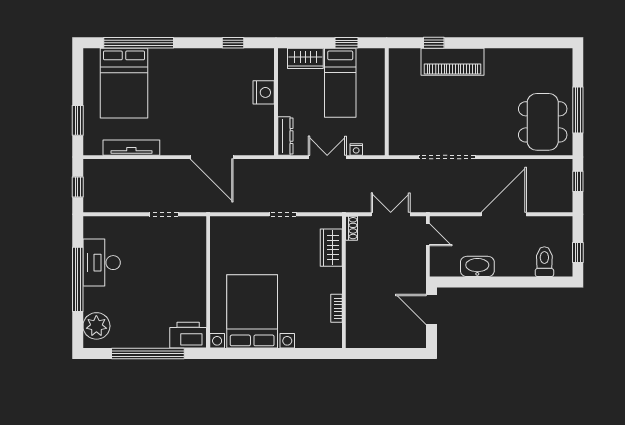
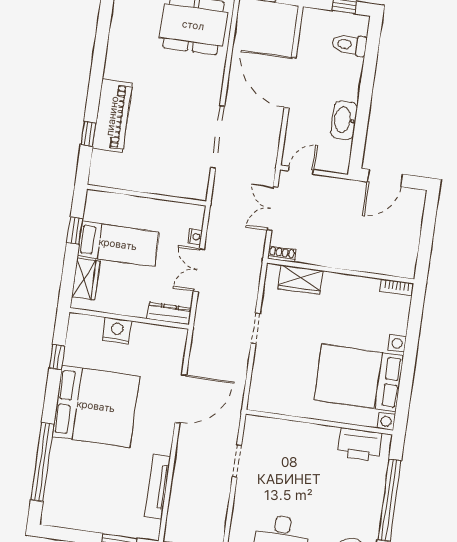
bed: (124, 83) -> (96, 406), moved, width x1.36
bookcase: (336, 308) -> (396, 287), moved
printer: (188, 335) -> (360, 445), moved, turned -90

